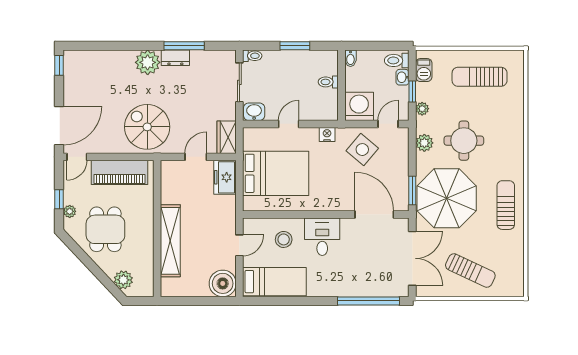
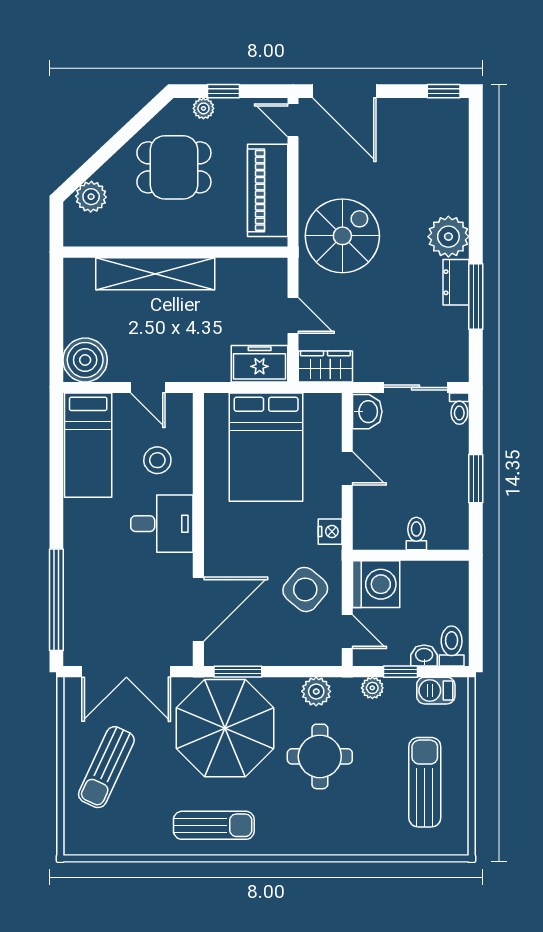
bidet: (350, 58) -> (455, 570), removed

